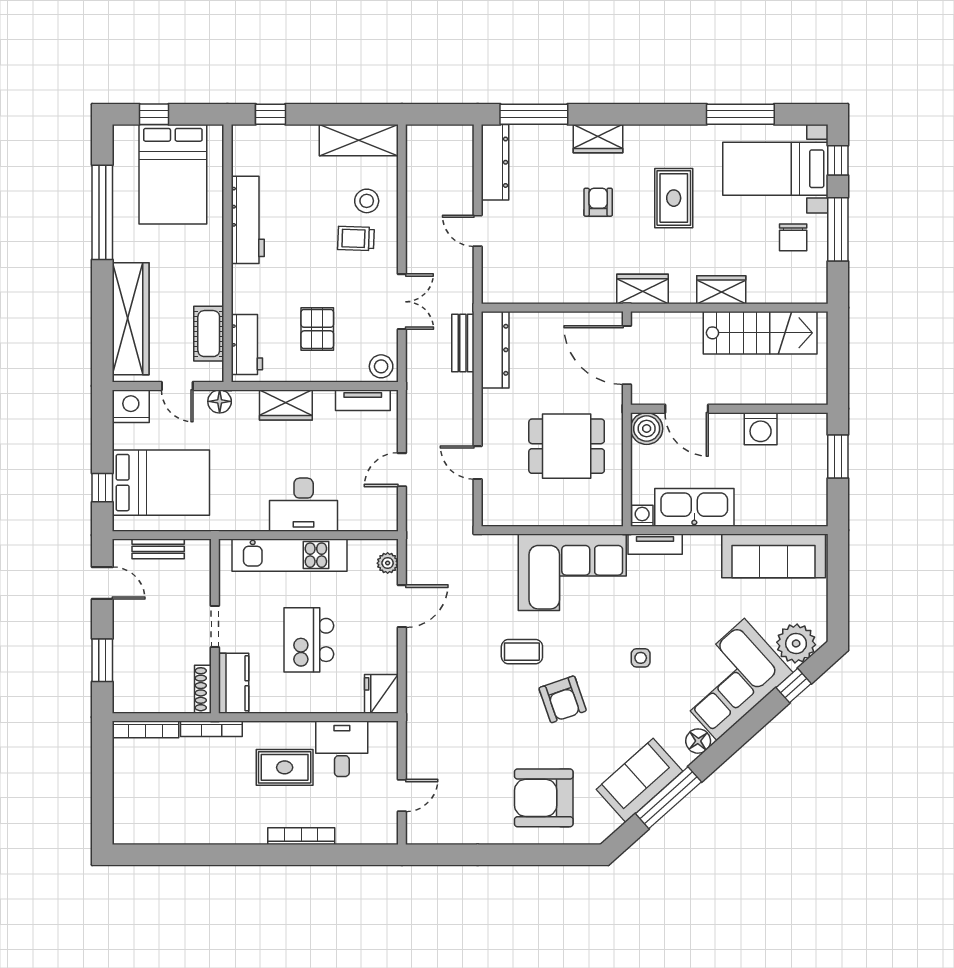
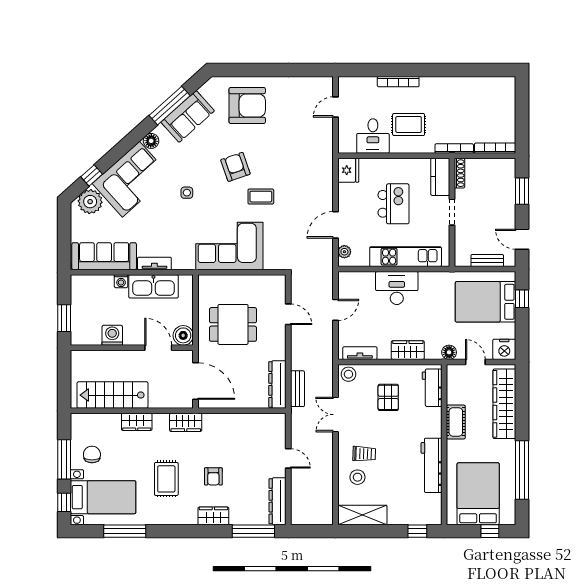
cot: (209, 334) -> (456, 422), moved
washing machine: (642, 516) -> (121, 281), moved
tv unit: (655, 544) -> (154, 263), moved

